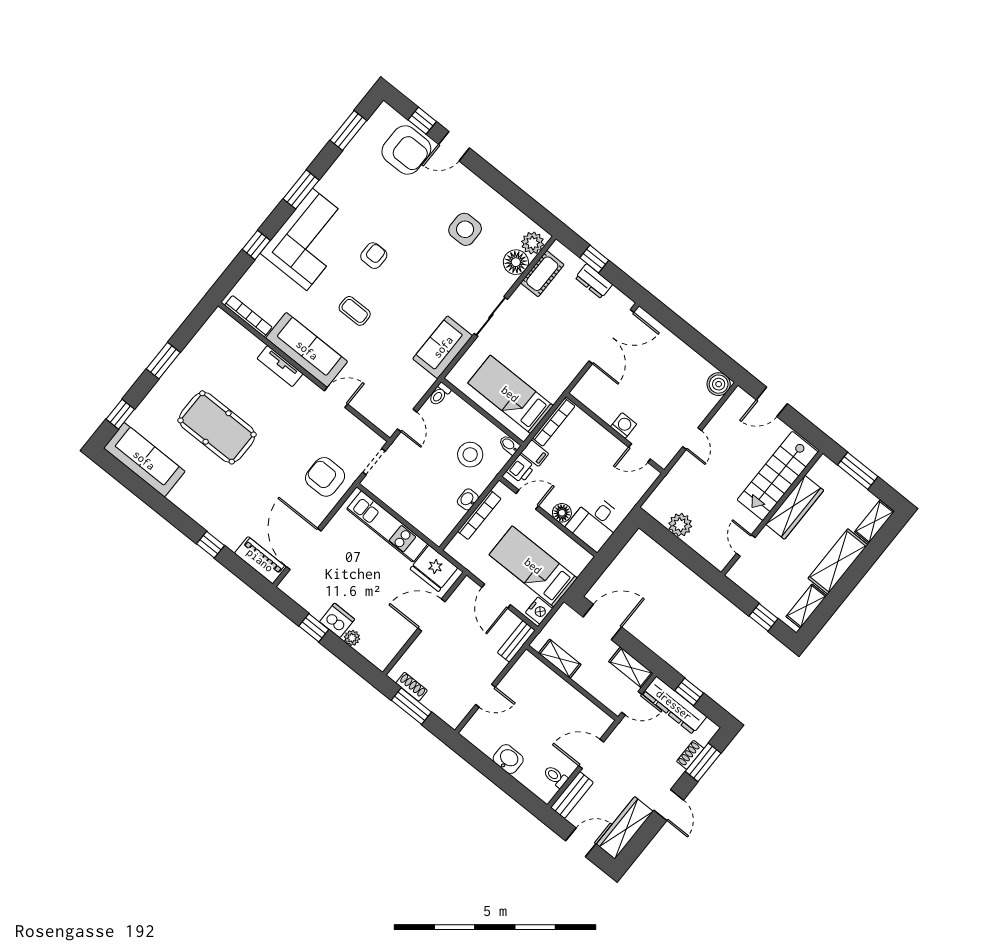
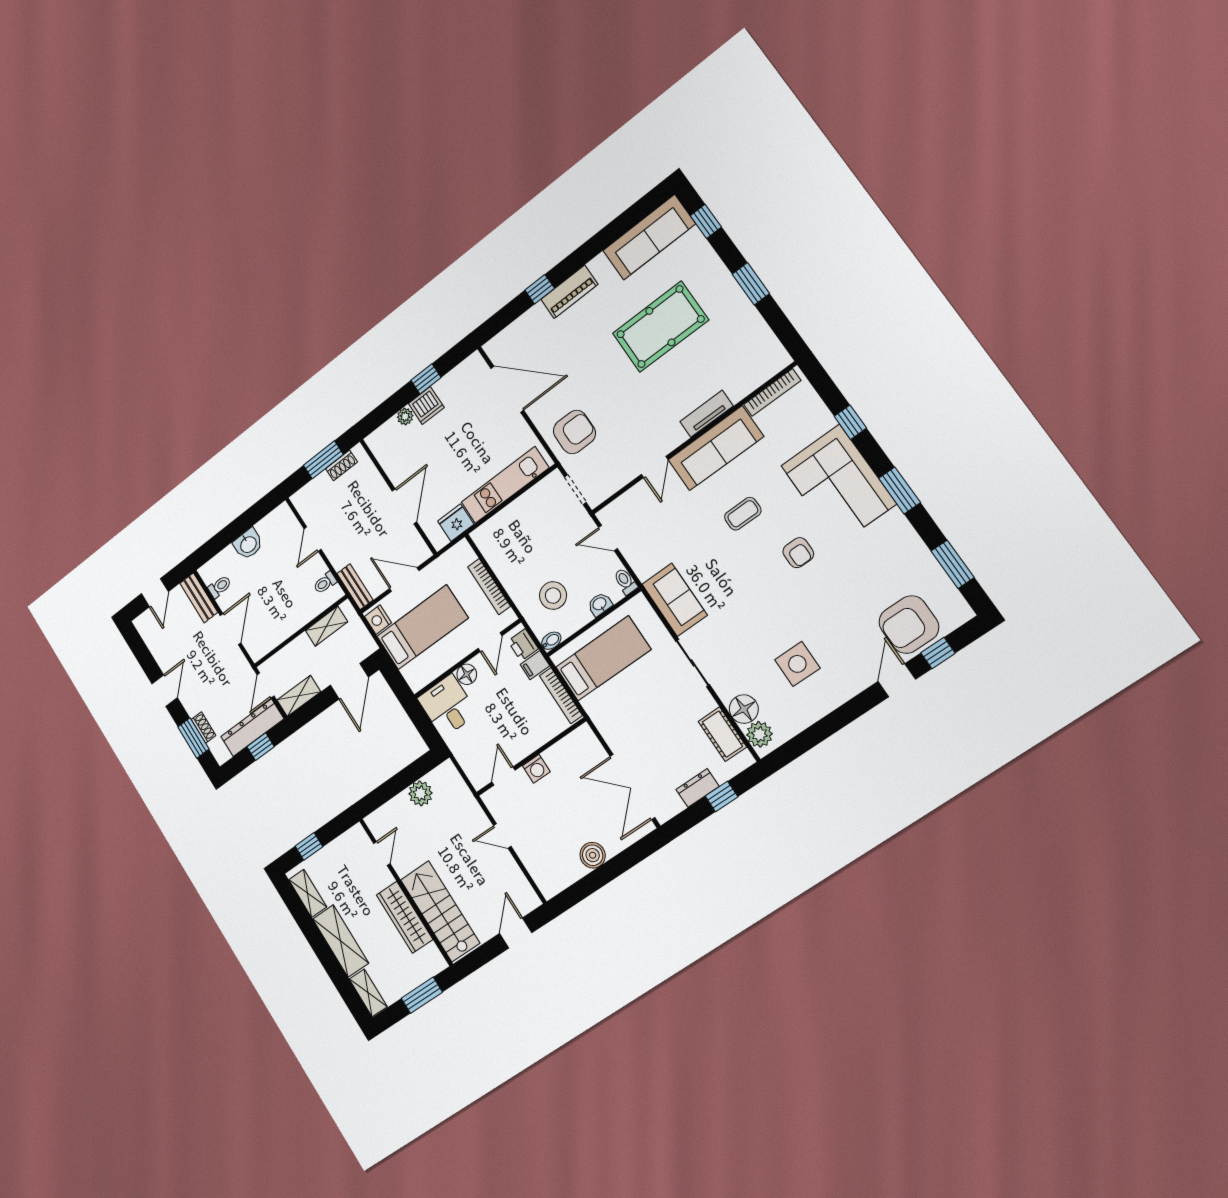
boiler: (719, 384) -> (593, 855), moved
washbasin: (468, 499) -> (600, 604), moved, turned -90
door: (746, 545) -> (382, 853), hinge flipped
piano: (260, 560) -> (569, 292), moved
fridge: (434, 568) -> (456, 523), width x0.73, depth x0.75
toilet: (521, 672) -> (325, 583), added
door: (669, 805) -> (165, 691), swing flipped
wardrobe: (625, 828) -> (156, 640), removed

